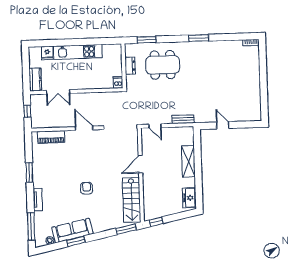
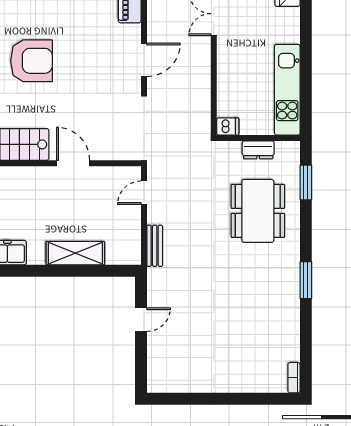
kitchen unit: (78, 52) -> (287, 90), moved
armchair: (87, 188) -> (31, 61), width x1.88, depth x1.88

